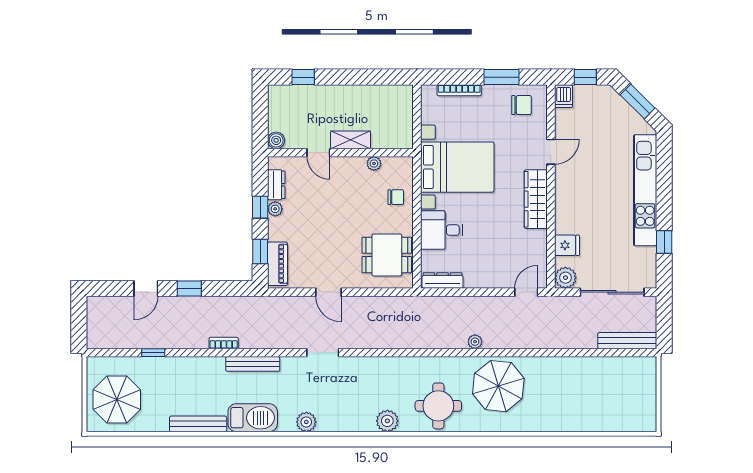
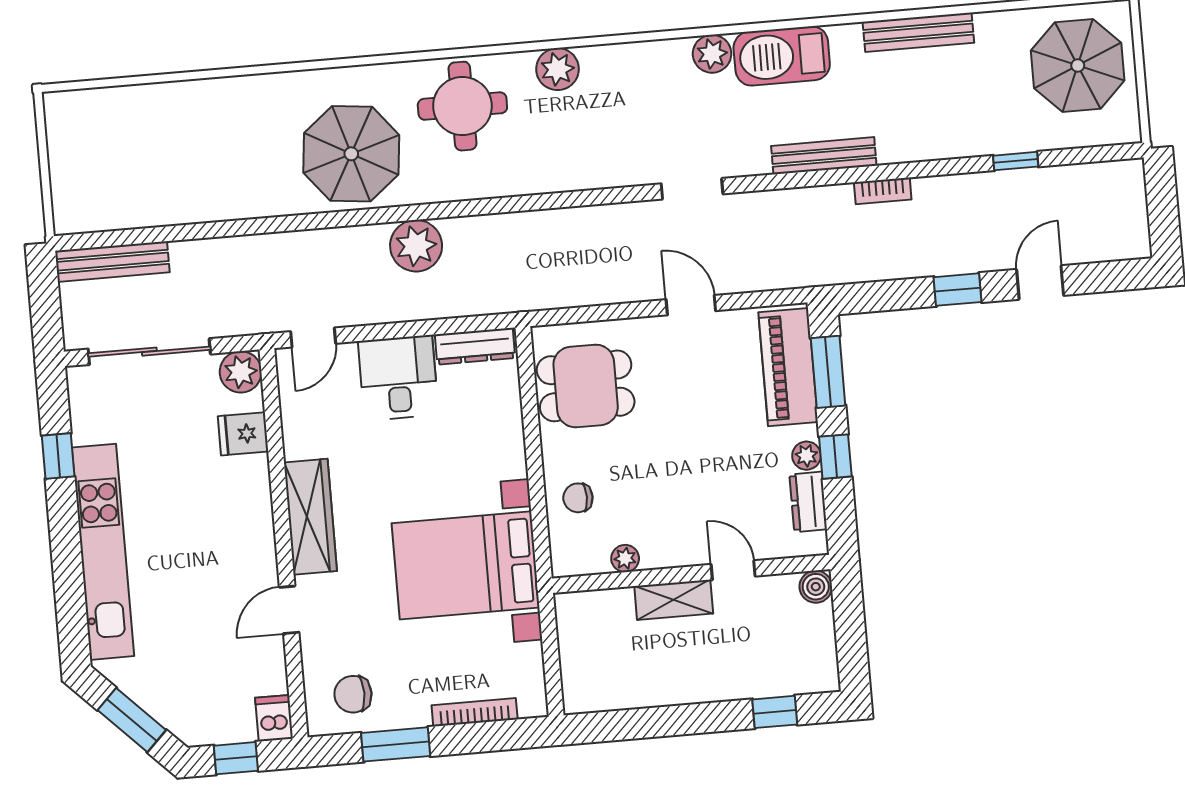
desk: (442, 230) -> (398, 378), moved, turned -90
window: (260, 251) -> (828, 372), width x1.50
piano: (277, 264) -> (788, 367), width x1.37, depth x1.33
plant: (475, 342) -> (416, 246), width x1.88, depth x1.88
barbecue: (253, 418) -> (782, 56), moved

